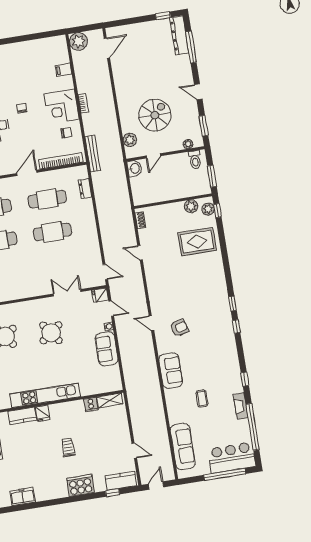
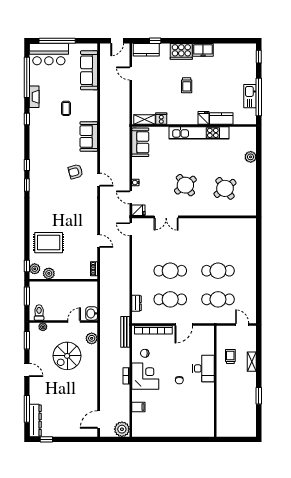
sofa: (107, 349) -> (140, 142), moved
freezer: (23, 496) -> (203, 50), moved

